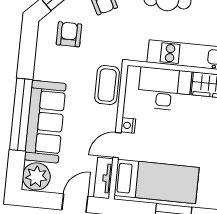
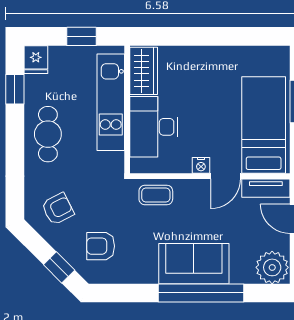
coffee table: (107, 85) -> (156, 195), width x0.73, depth x0.77
sofa: (45, 122) -> (194, 264), width x0.73
door: (117, 145) -> (225, 176), hinge flipped

